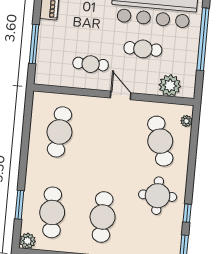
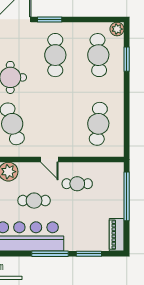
window: (34, 44) -> (127, 196), width x1.46

